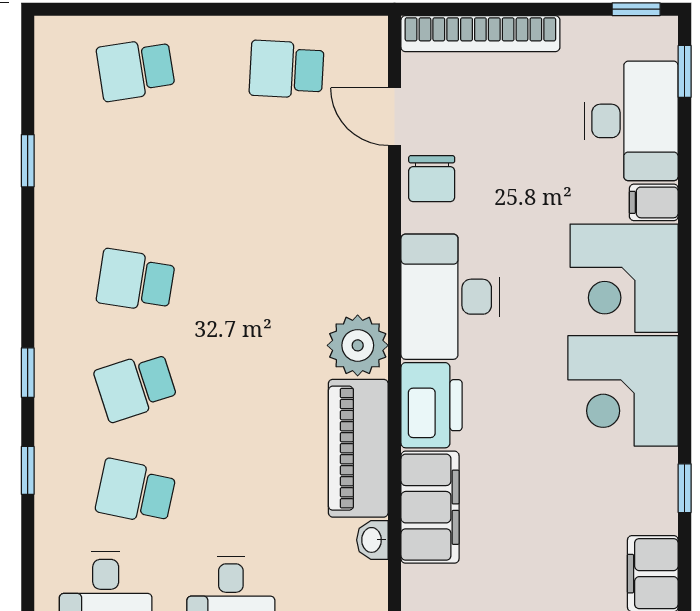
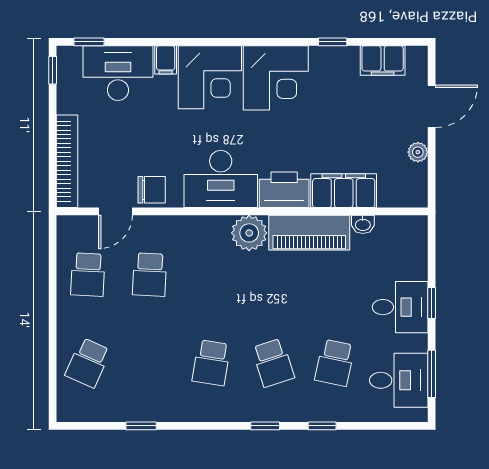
school desk: (136, 69) -> (88, 363), turned 33
school desk: (287, 175) -> (150, 275), added

